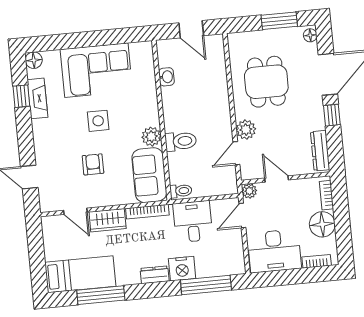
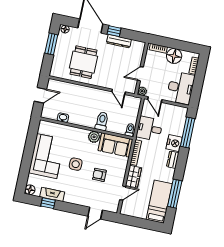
dining table: (266, 82) -> (83, 62), turned 90
plant: (246, 130) -> (107, 82), removed
dresser: (320, 151) -> (119, 41), moved

